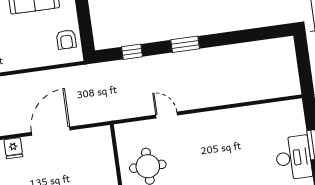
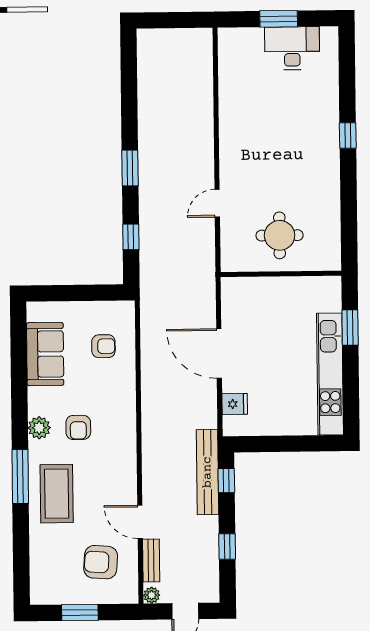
armchair: (66, 39) -> (103, 346), moved

